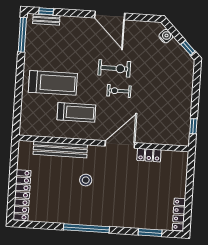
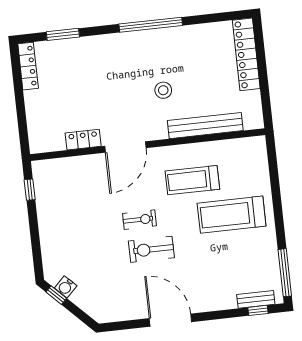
water cooler: (166, 36) -> (66, 287), moved

